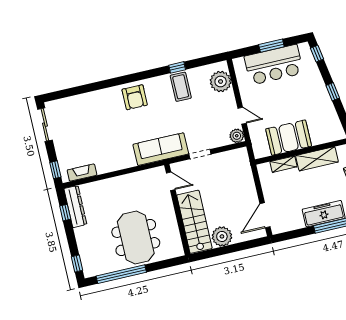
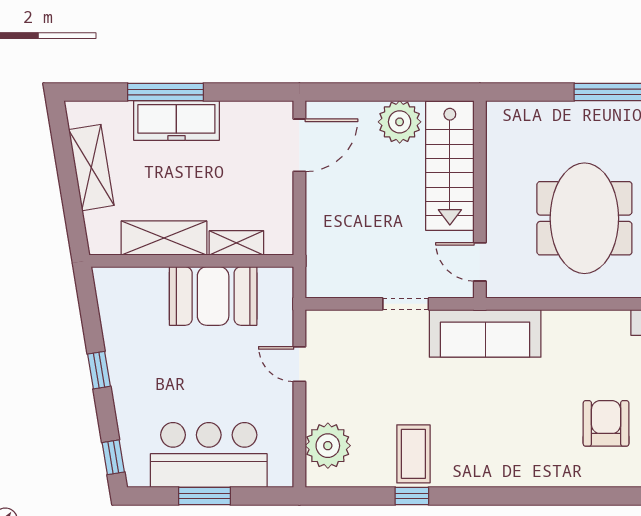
armchair: (135, 97) -> (606, 423), moved
plant: (237, 136) -> (320, 325), removed
meeting table: (136, 238) -> (584, 218), moved

